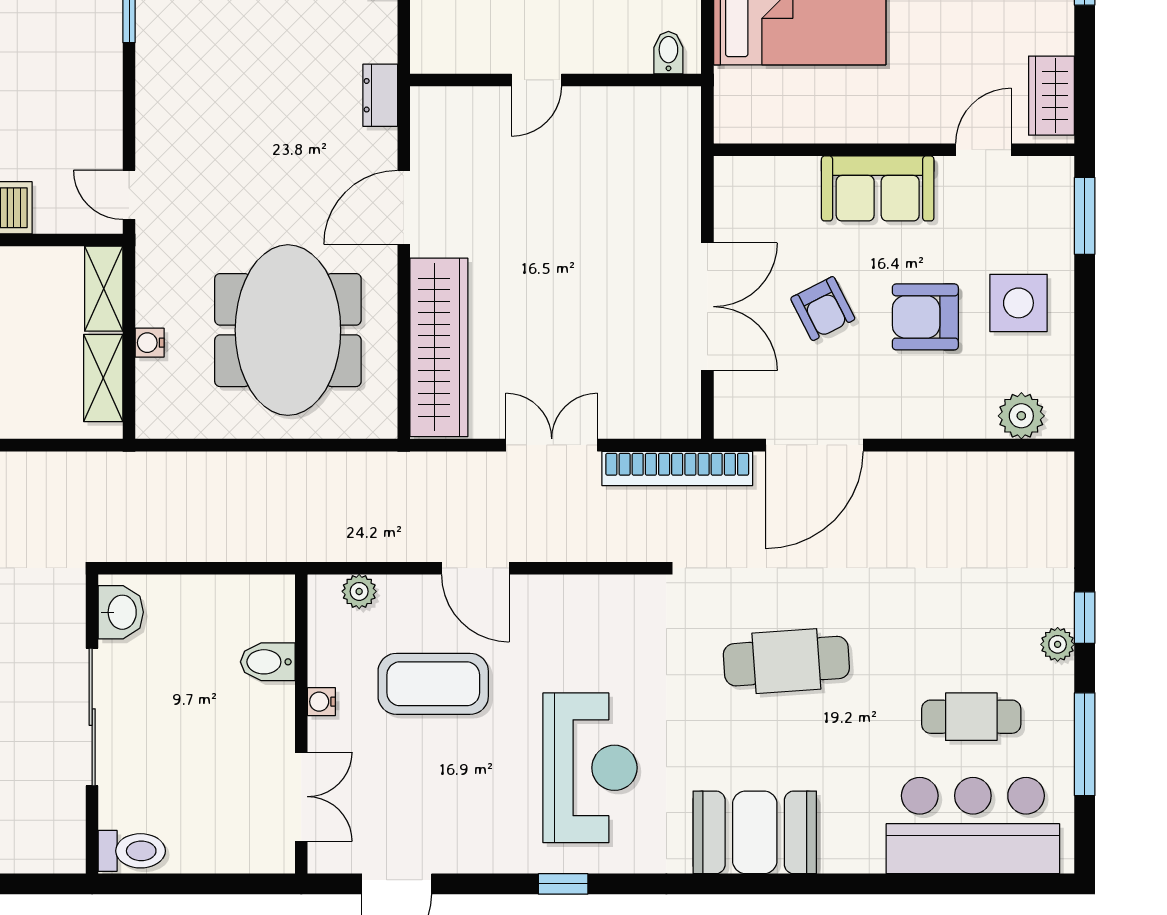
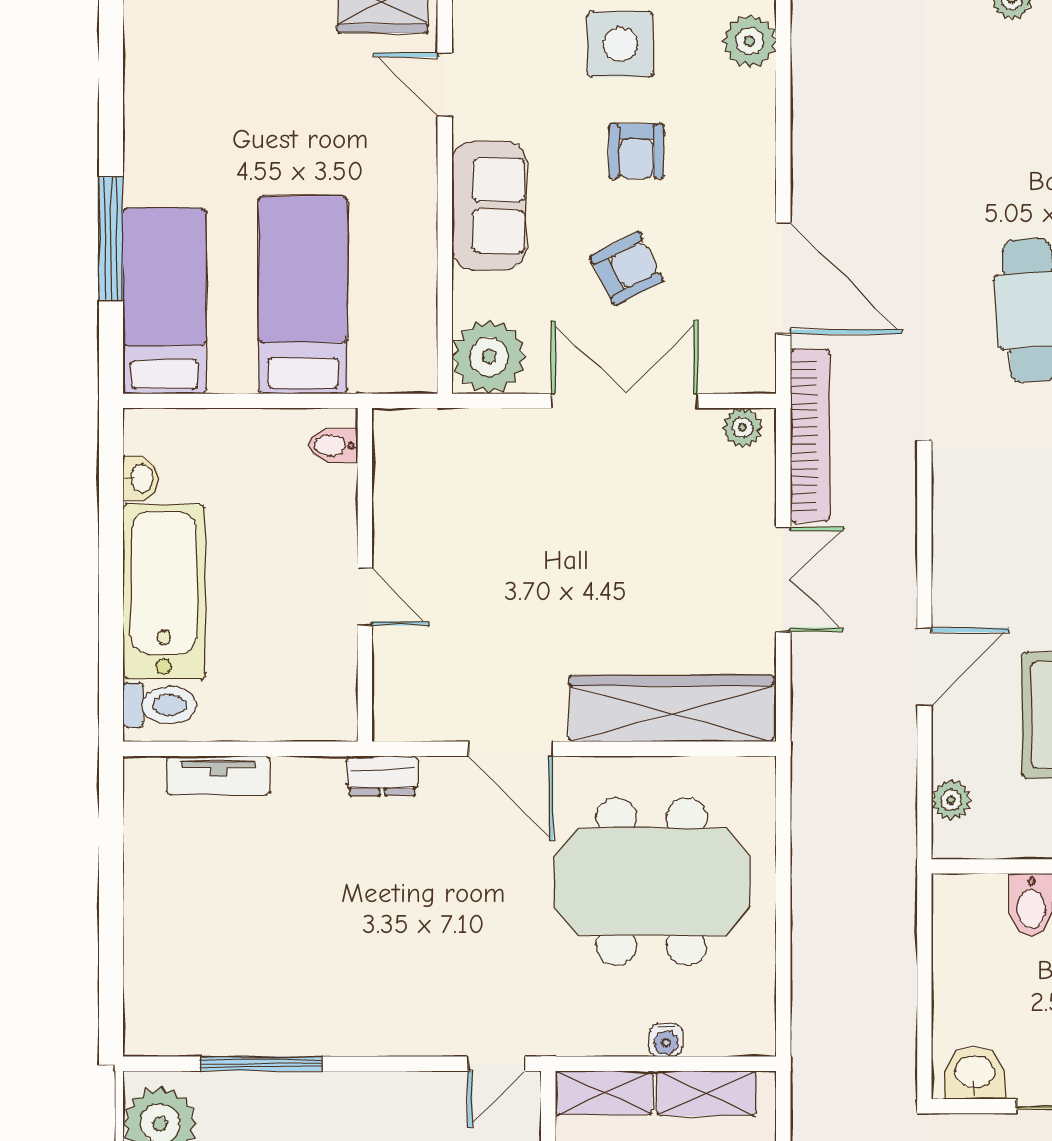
plant: (746, 188) -> (489, 357), added
armchair: (925, 317) -> (636, 151), width x0.72, depth x0.72
plant: (684, 409) -> (742, 427), added
double door: (552, 445) -> (783, 579), swing flipped

